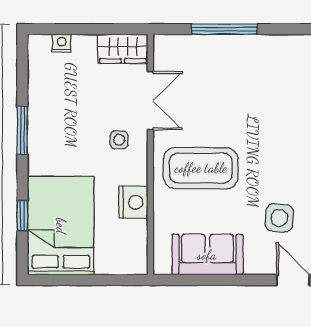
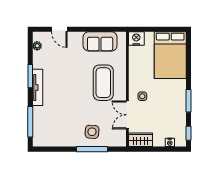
coffee table: (201, 168) -> (103, 83), turned 90
nightstand: (133, 202) -> (136, 39), moved, turned 90
window: (22, 216) -> (189, 133), moved
side table: (279, 218) -> (92, 132), moved

